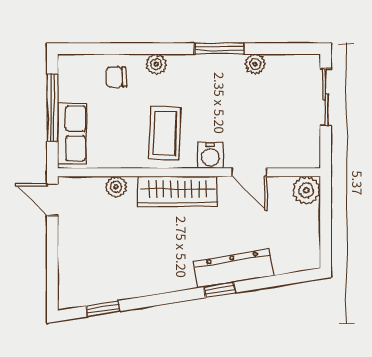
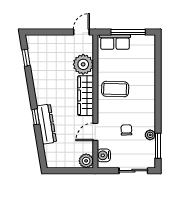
window: (220, 49) -> (158, 146), moved
plant: (156, 64) -> (150, 85), removed
chair: (116, 77) -> (126, 130), moved
water cooler: (210, 155) -> (104, 155), moved
plant: (116, 187) -> (83, 64), width x1.87, depth x1.87

